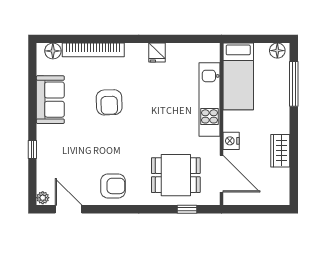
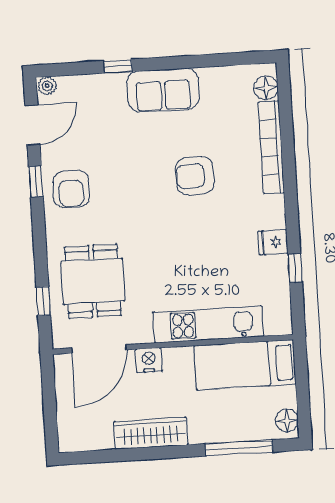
window: (175, 39) -> (295, 268), added
sofa: (50, 100) -> (163, 90), moved
wardrobe: (280, 151) -> (151, 433), width x1.50
window: (107, 209) -> (36, 182), added

